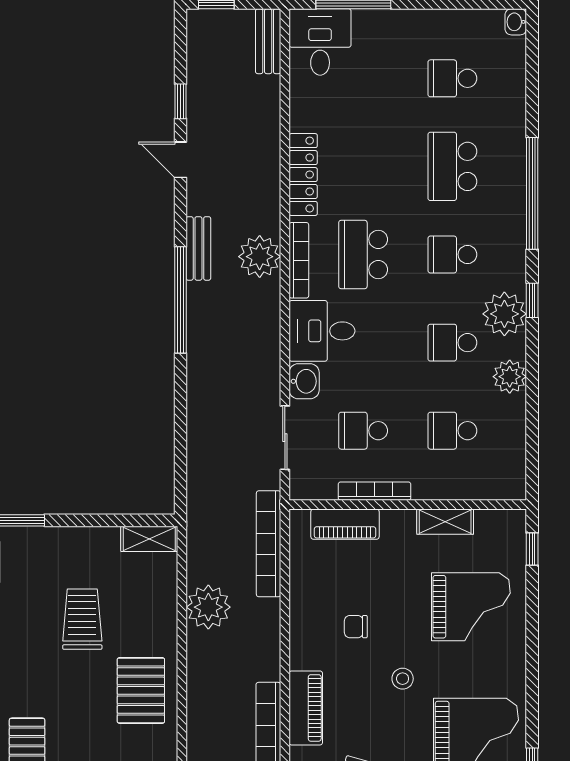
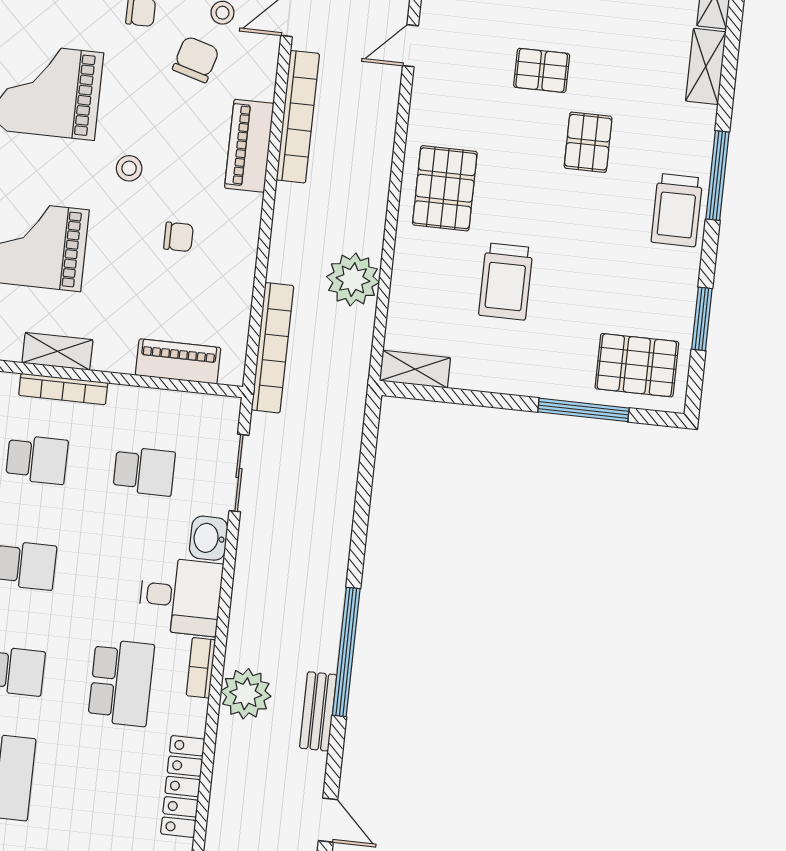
bookcase: (299, 260) -> (201, 668), width x0.64
bookcase: (375, 491) -> (63, 389), moved

